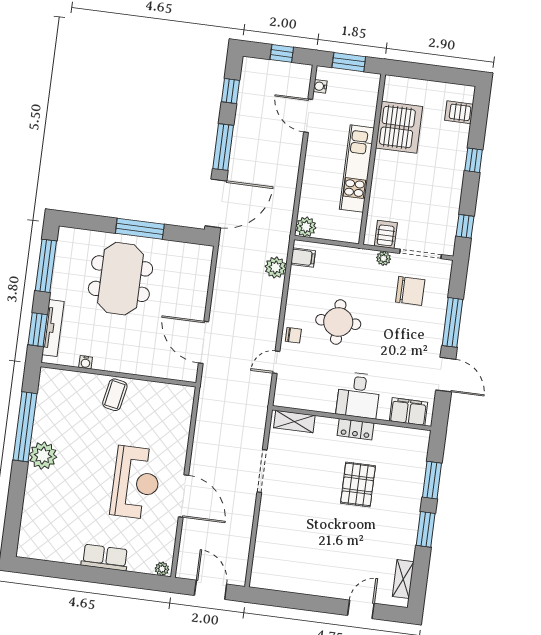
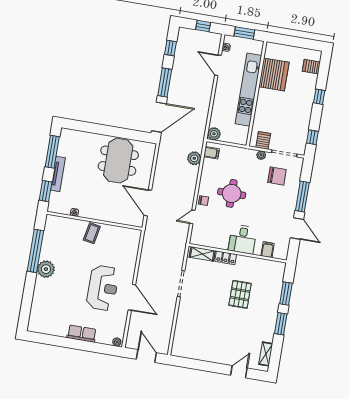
kitchen unit: (357, 169) -> (248, 90), width x1.36
window: (140, 229) -> (111, 131), removed
meeting table: (120, 279) -> (118, 161), moved
tv unit: (53, 328) -> (58, 174), moved
filing cabinet: (409, 412) -> (268, 250), width x0.50
locker: (356, 429) -> (226, 258), moved

